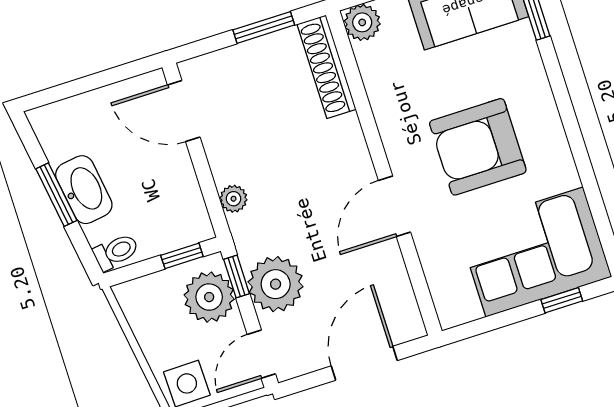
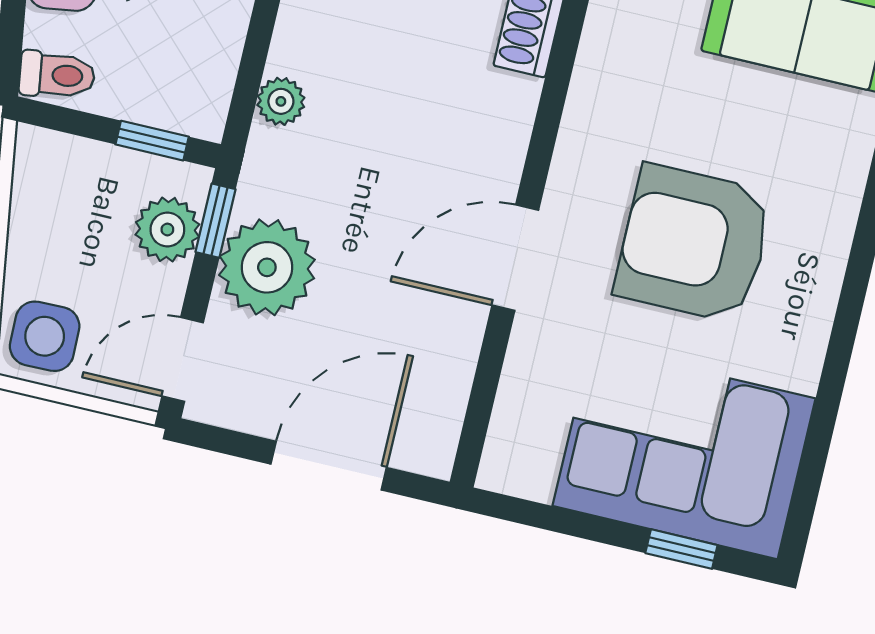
plant: (209, 297) -> (167, 229), width x0.73, depth x0.73

